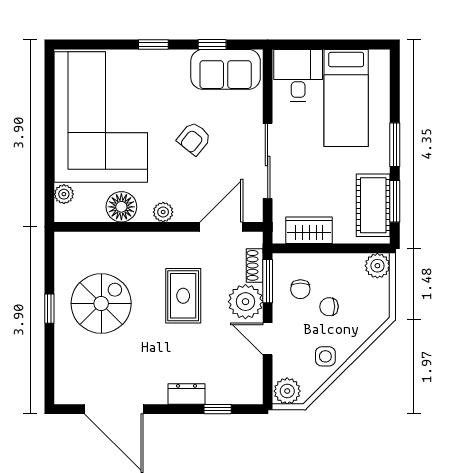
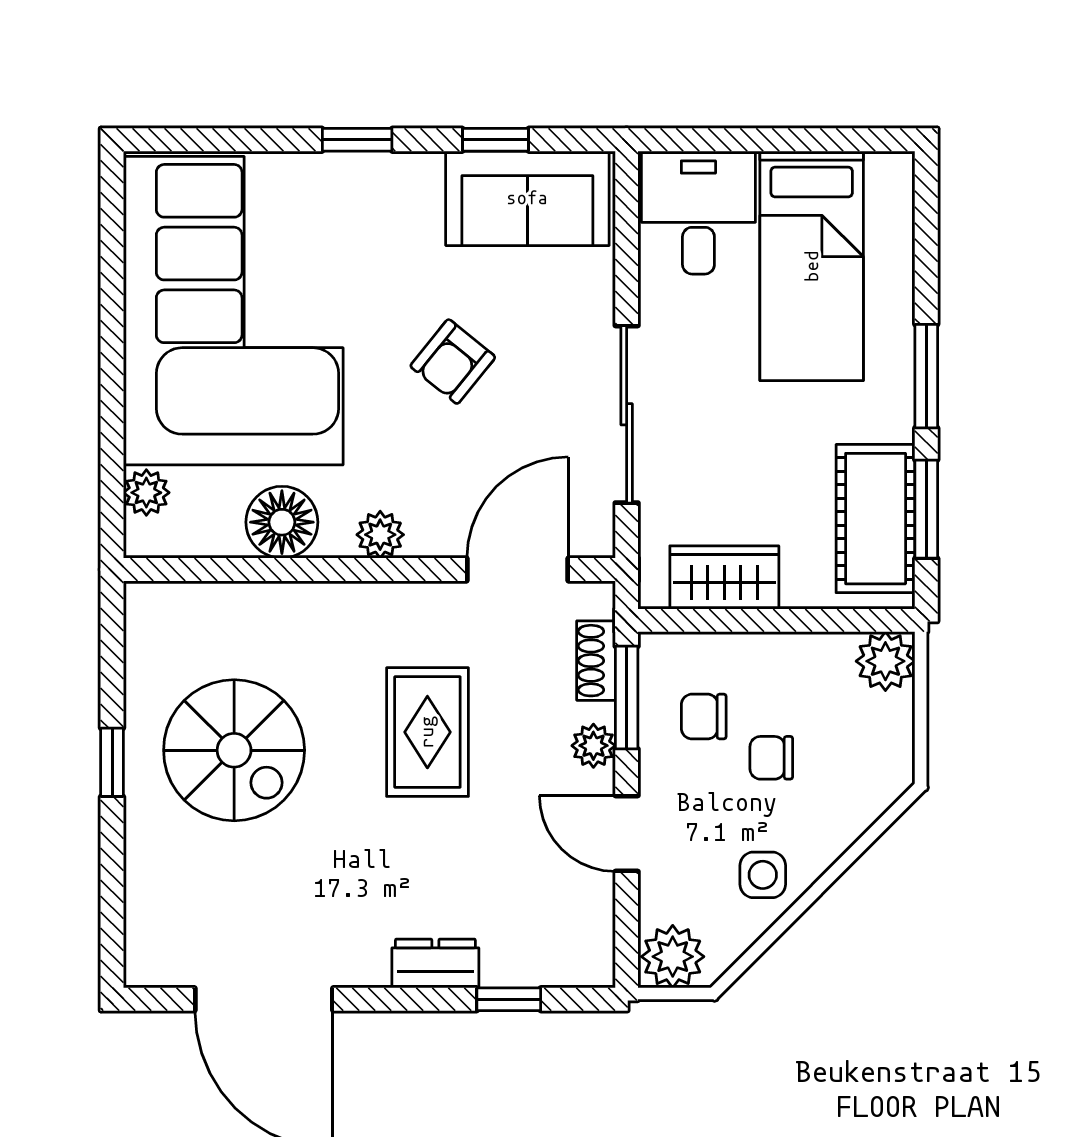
chair: (300, 289) -> (704, 717), turned 90
plant: (245, 302) -> (593, 746), width x0.53, depth x0.53
spiral stairs: (101, 303) -> (234, 750), turned 90

